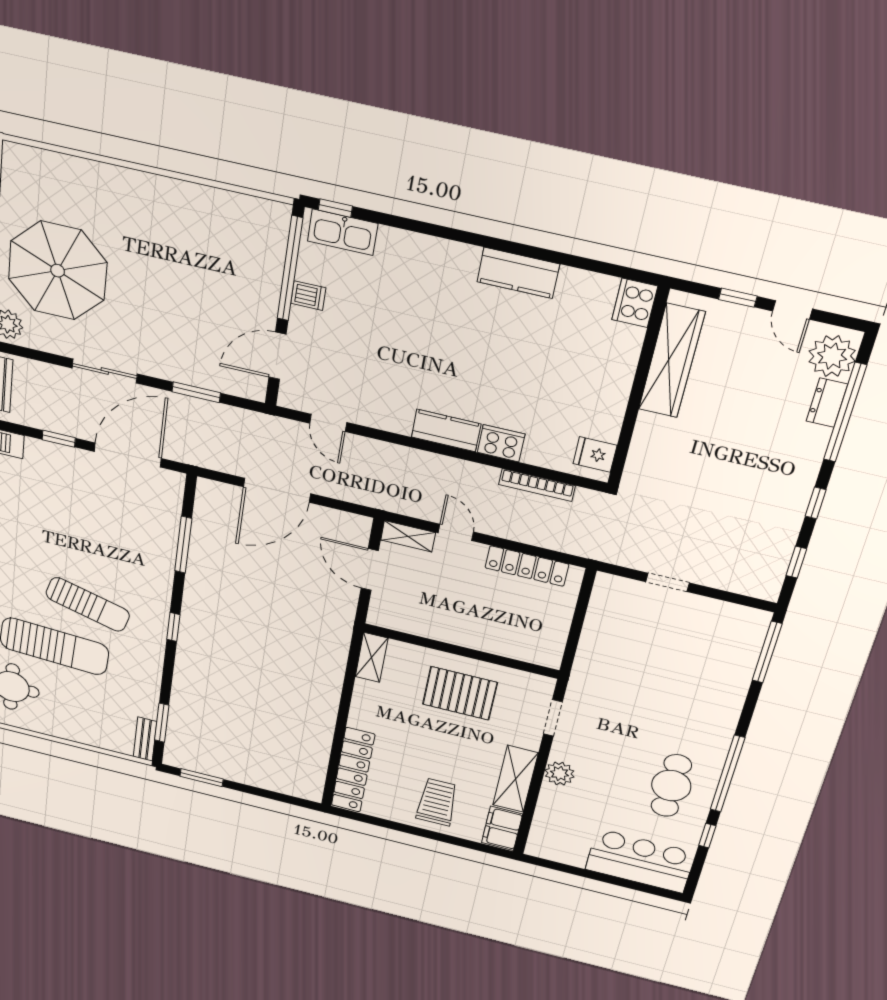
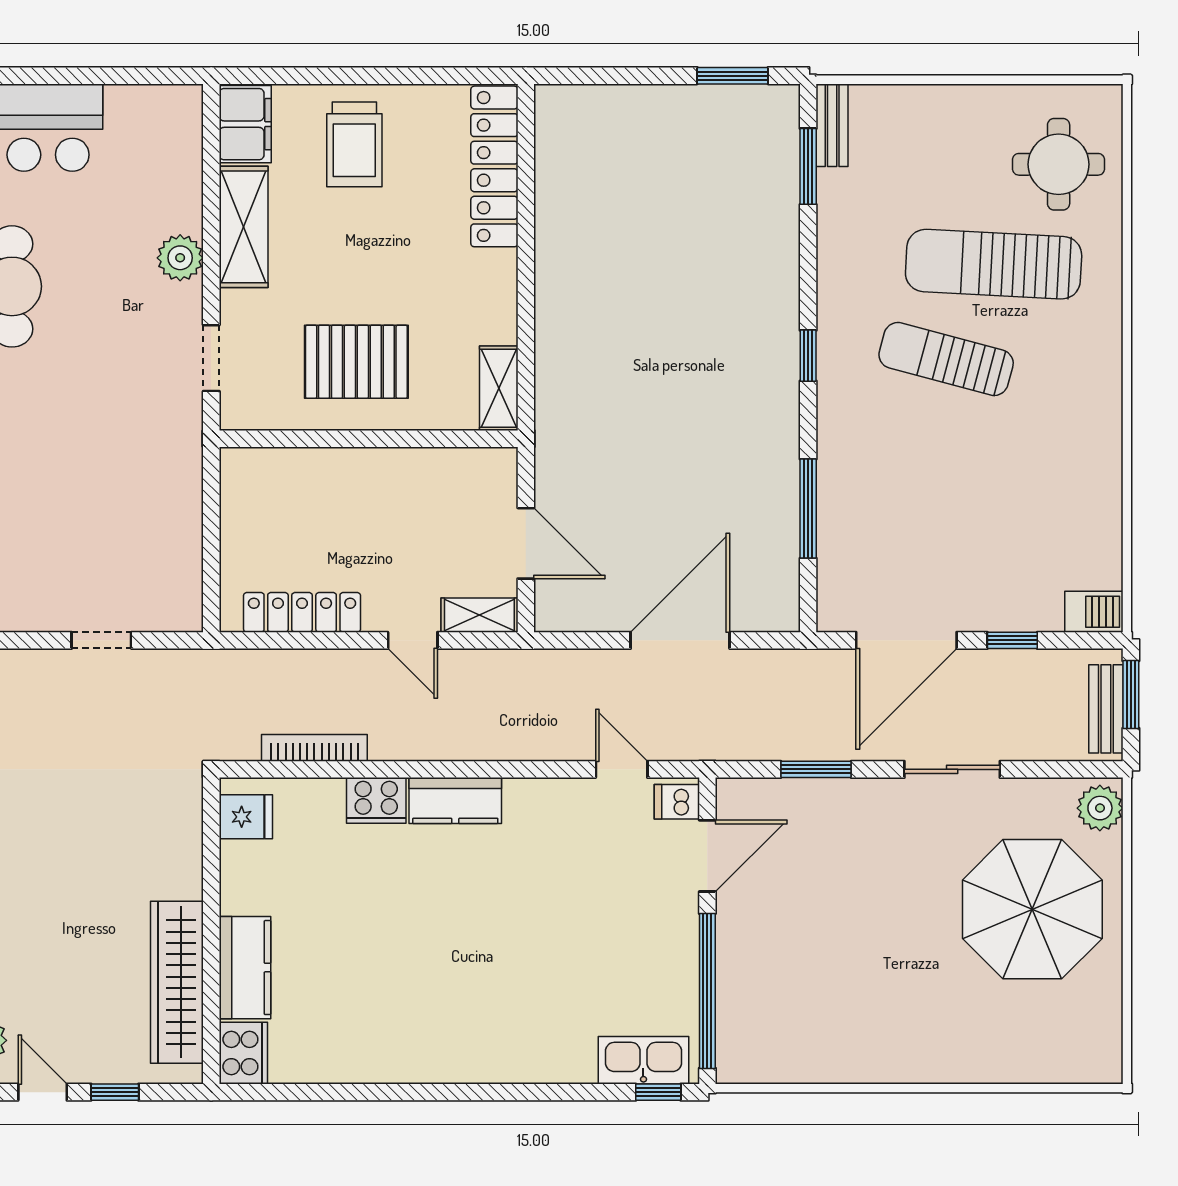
kitchen counter: (518, 273) -> (245, 968), moved, turned 90
dishwasher: (308, 296) -> (677, 802), moved

